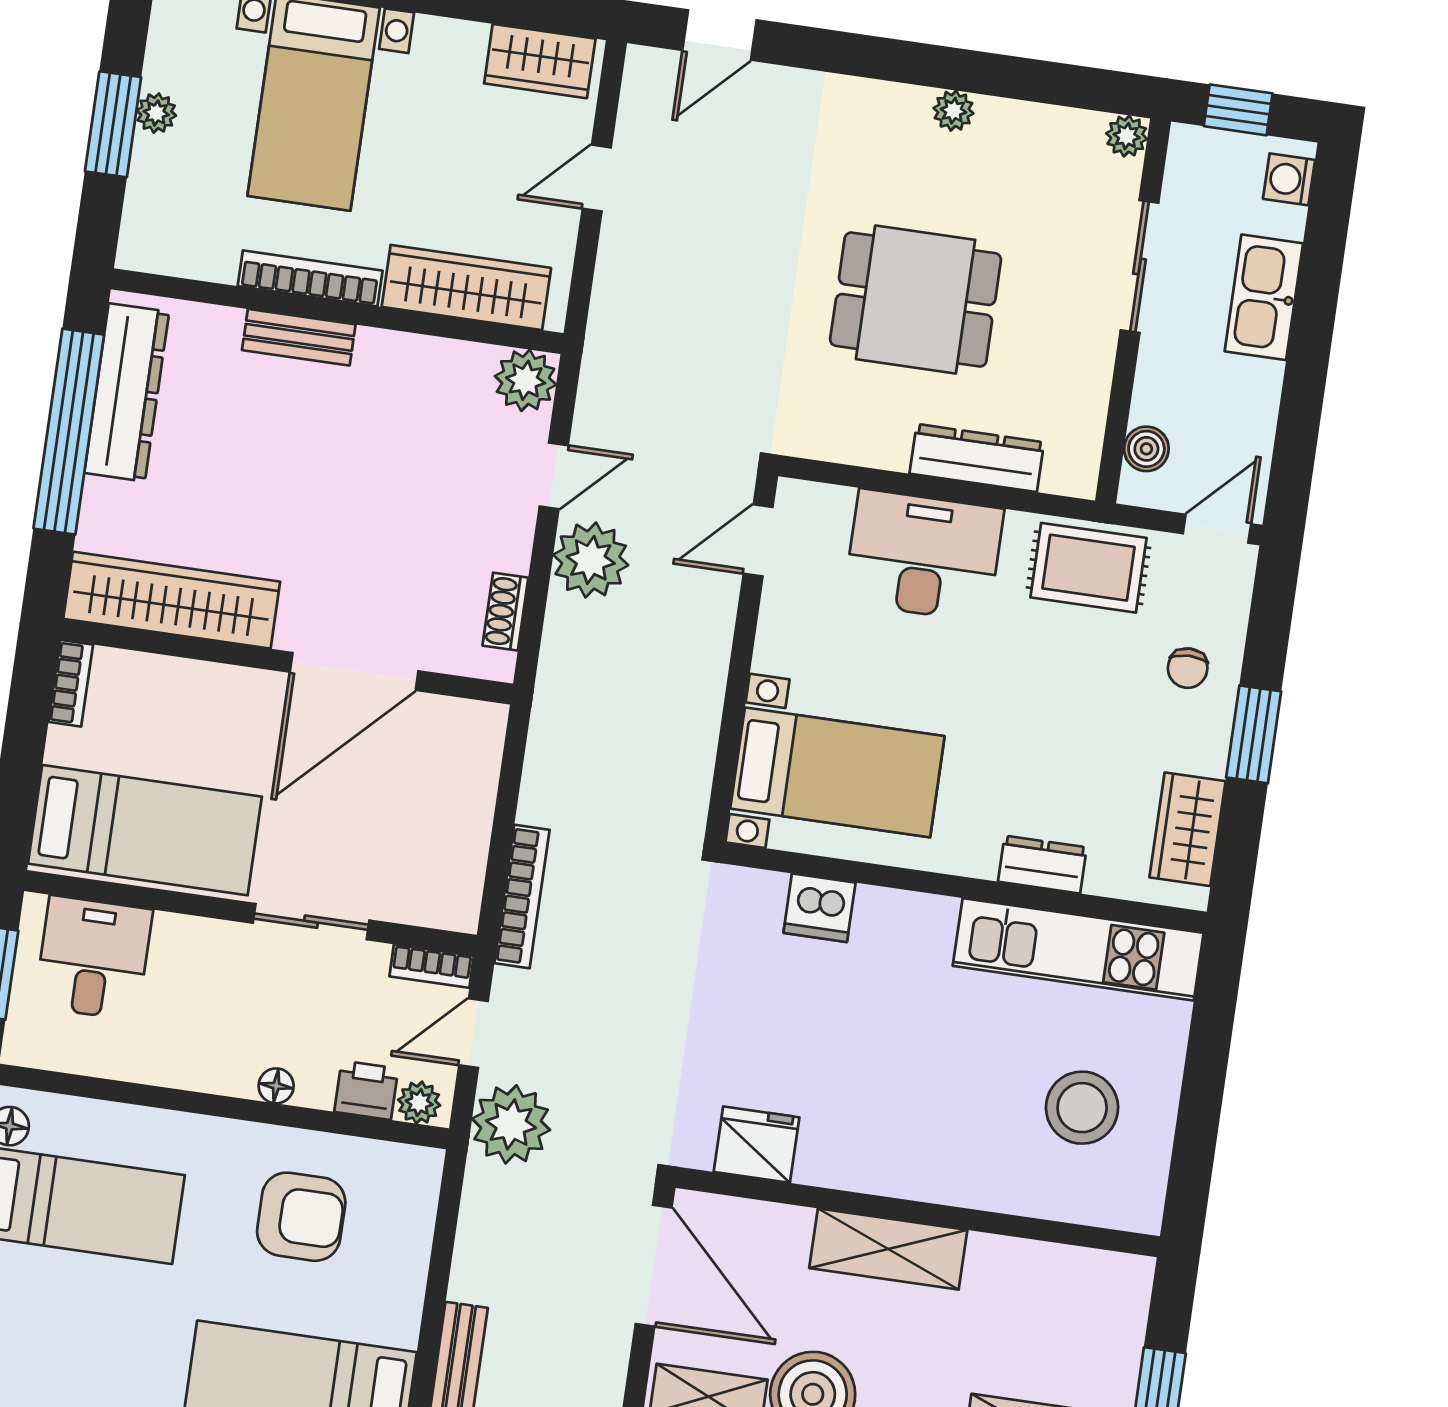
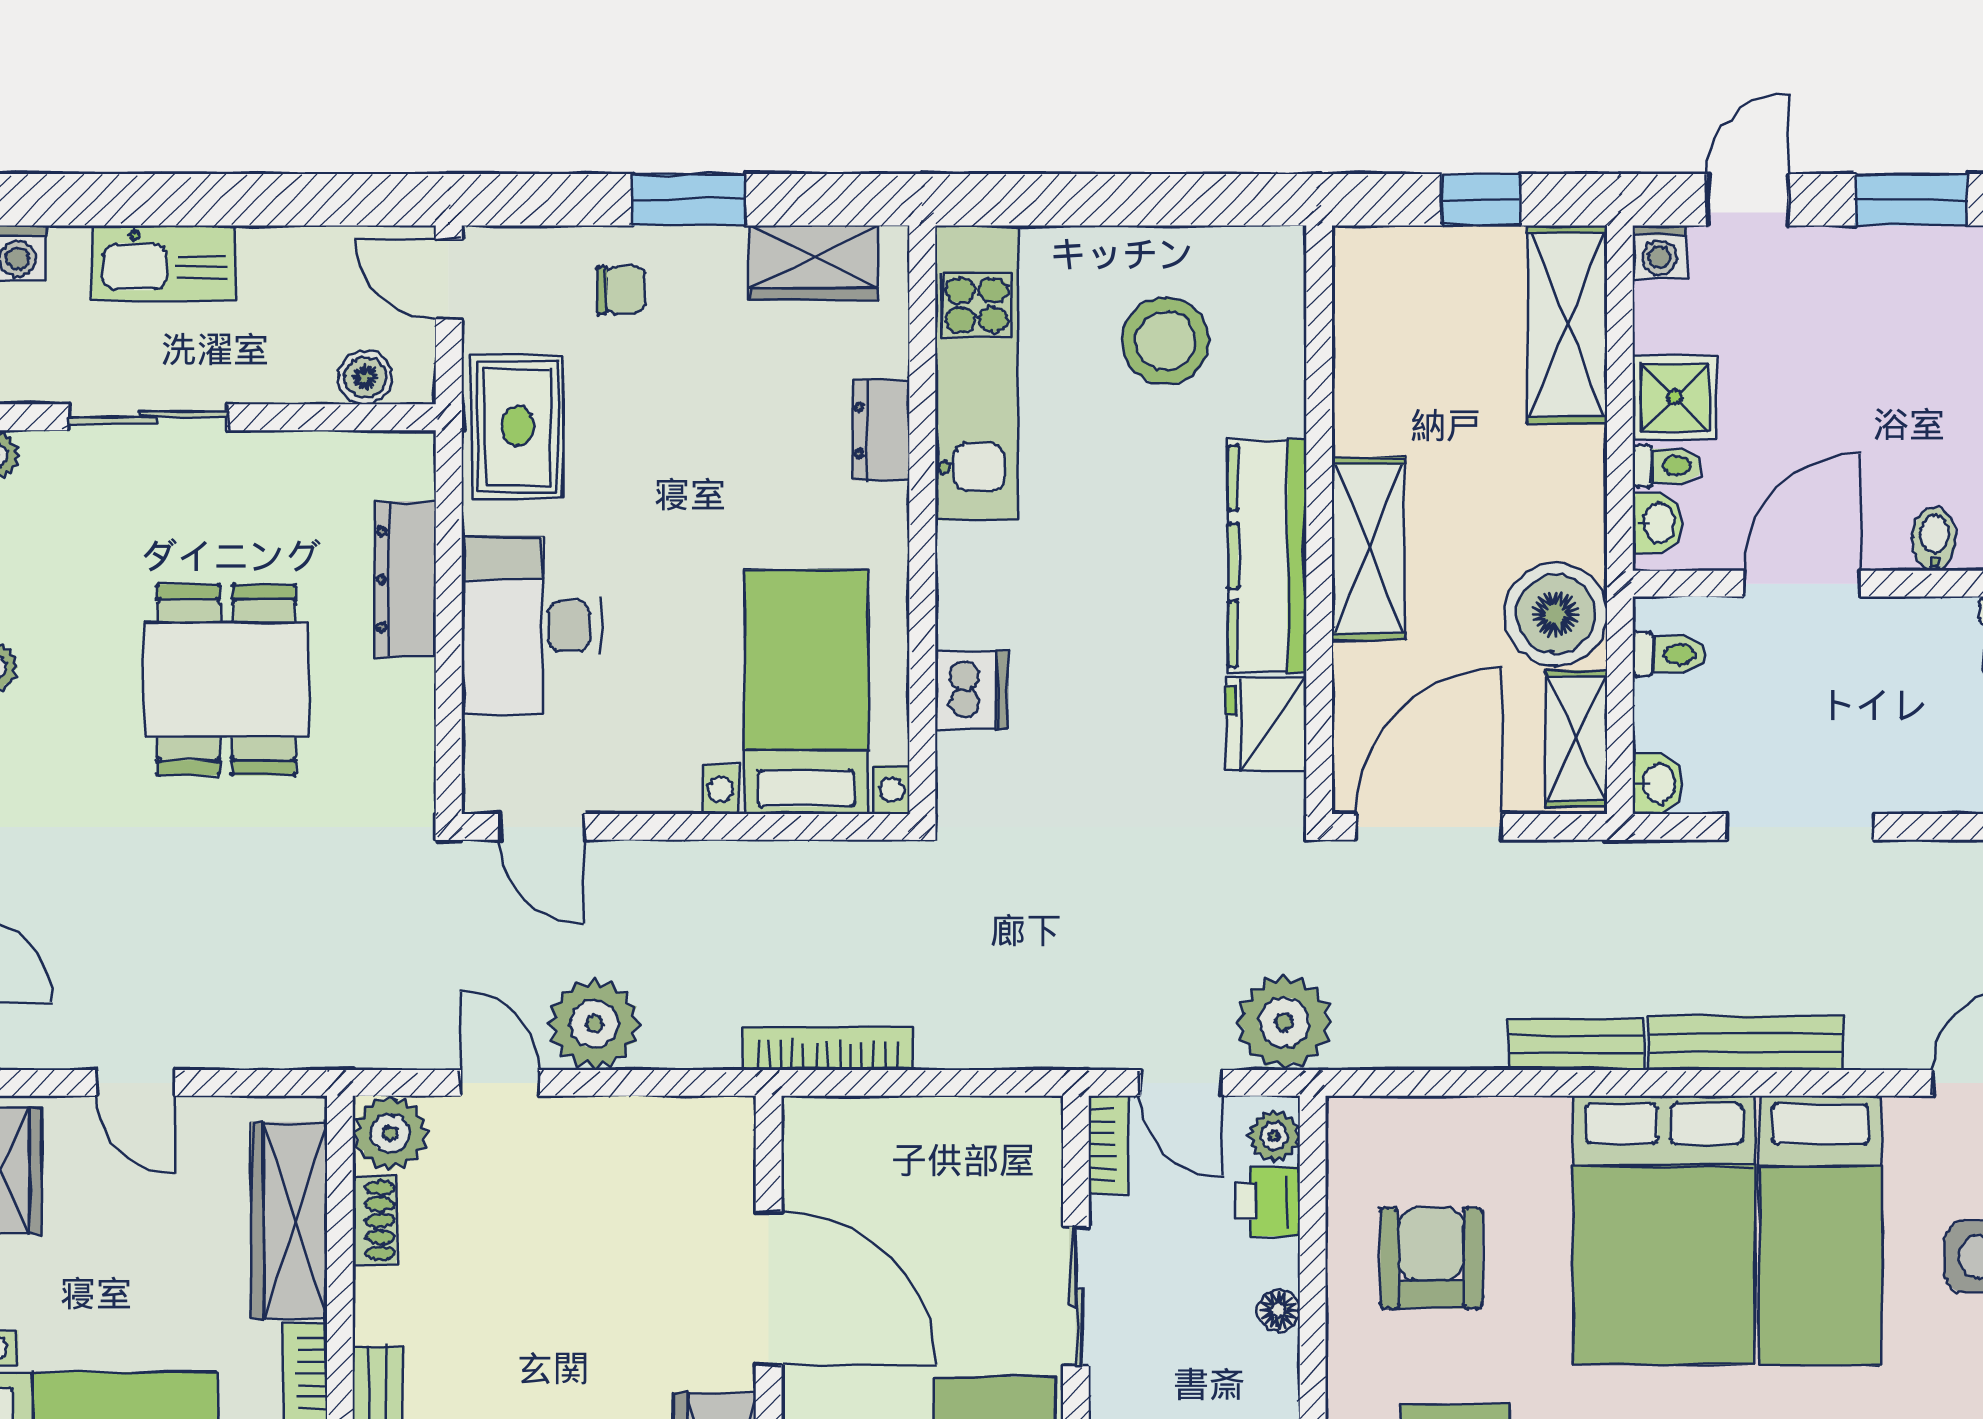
shoe rack: (505, 612) -> (374, 1220), moved, turned -90
bookcase: (522, 896) -> (827, 1048), moved
kitchen counter: (894, 1165) -> (1267, 556), added

